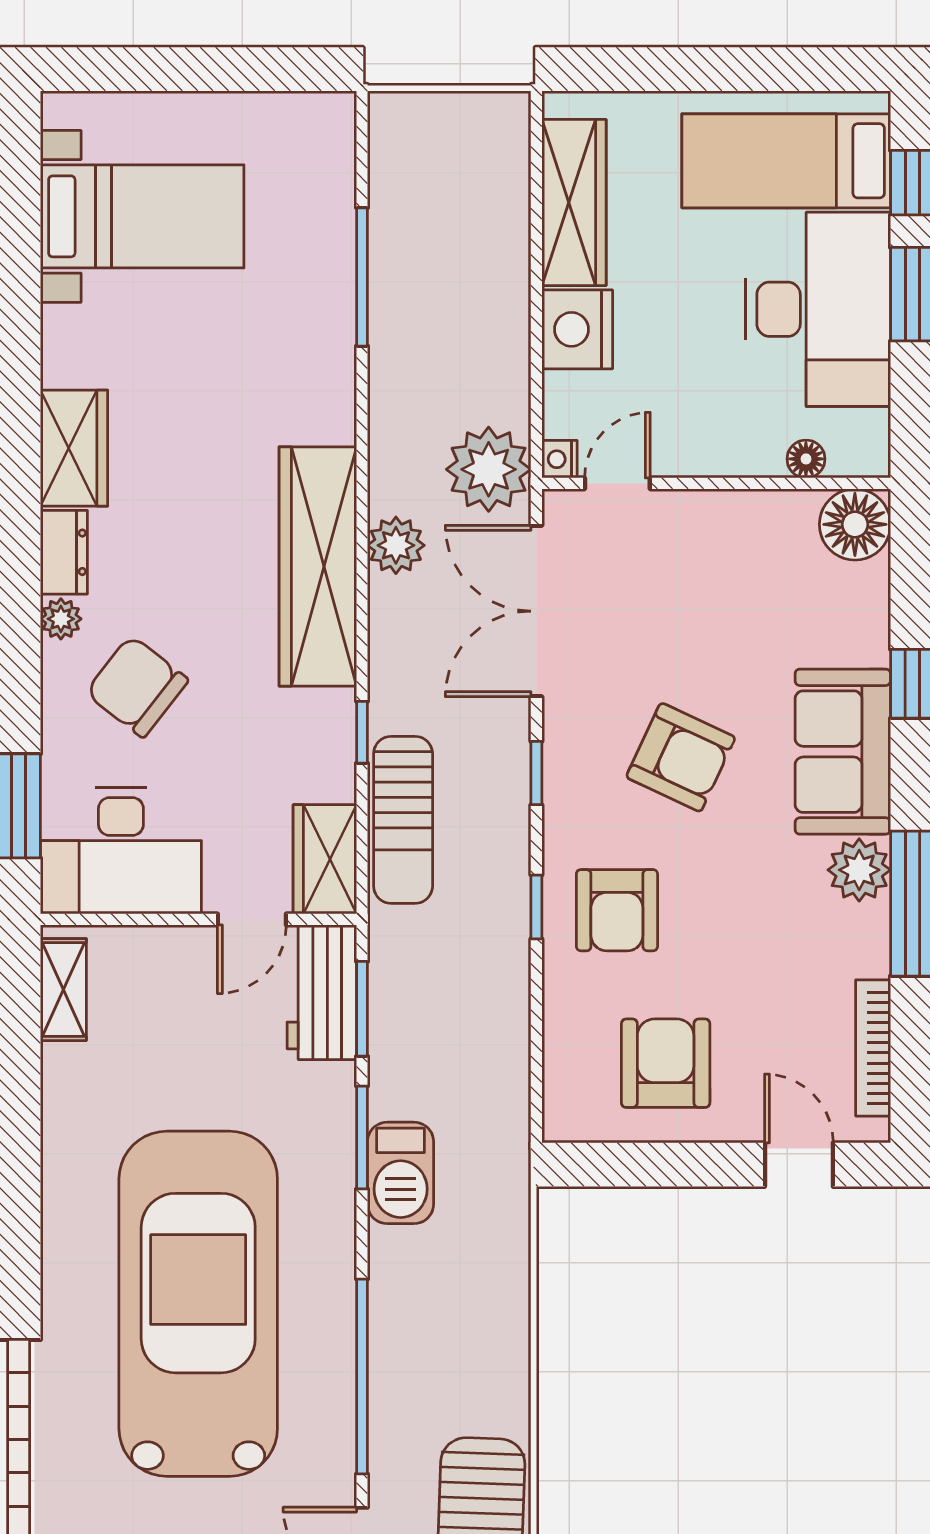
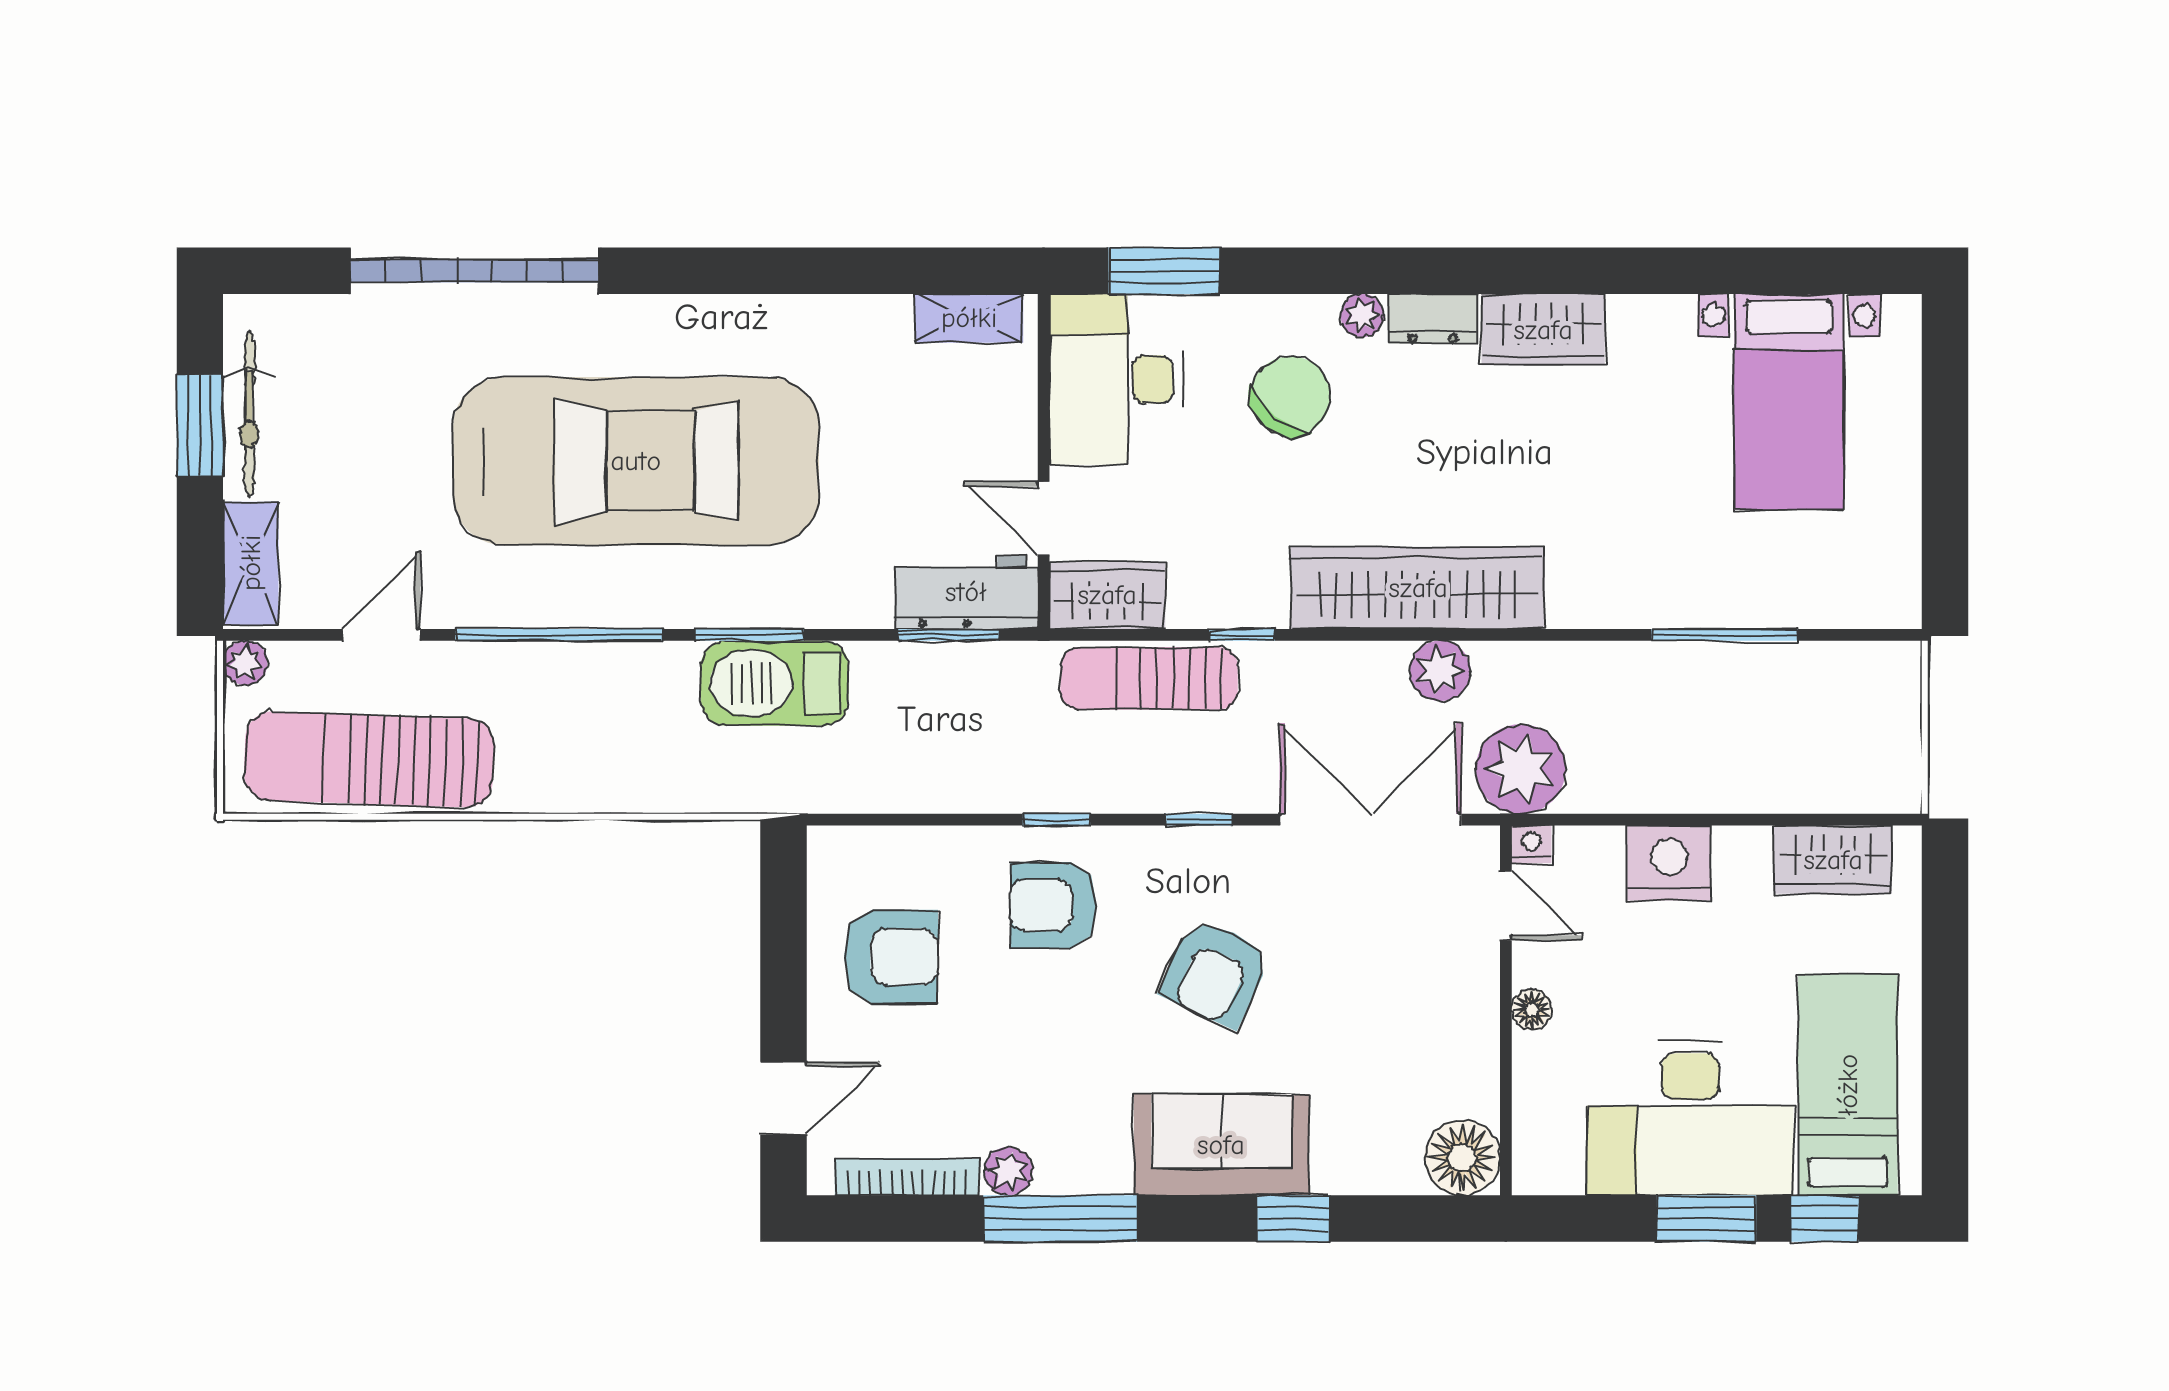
wardrobe: (574, 203) -> (1833, 860), width x0.67
floor lamp: (806, 459) -> (1532, 1010), moved
plant: (859, 870) -> (1008, 1171), moved, width x0.73, depth x0.73
window: (362, 1138) -> (749, 635), moved
barbecue: (401, 1173) -> (775, 683), width x1.37, depth x1.21

